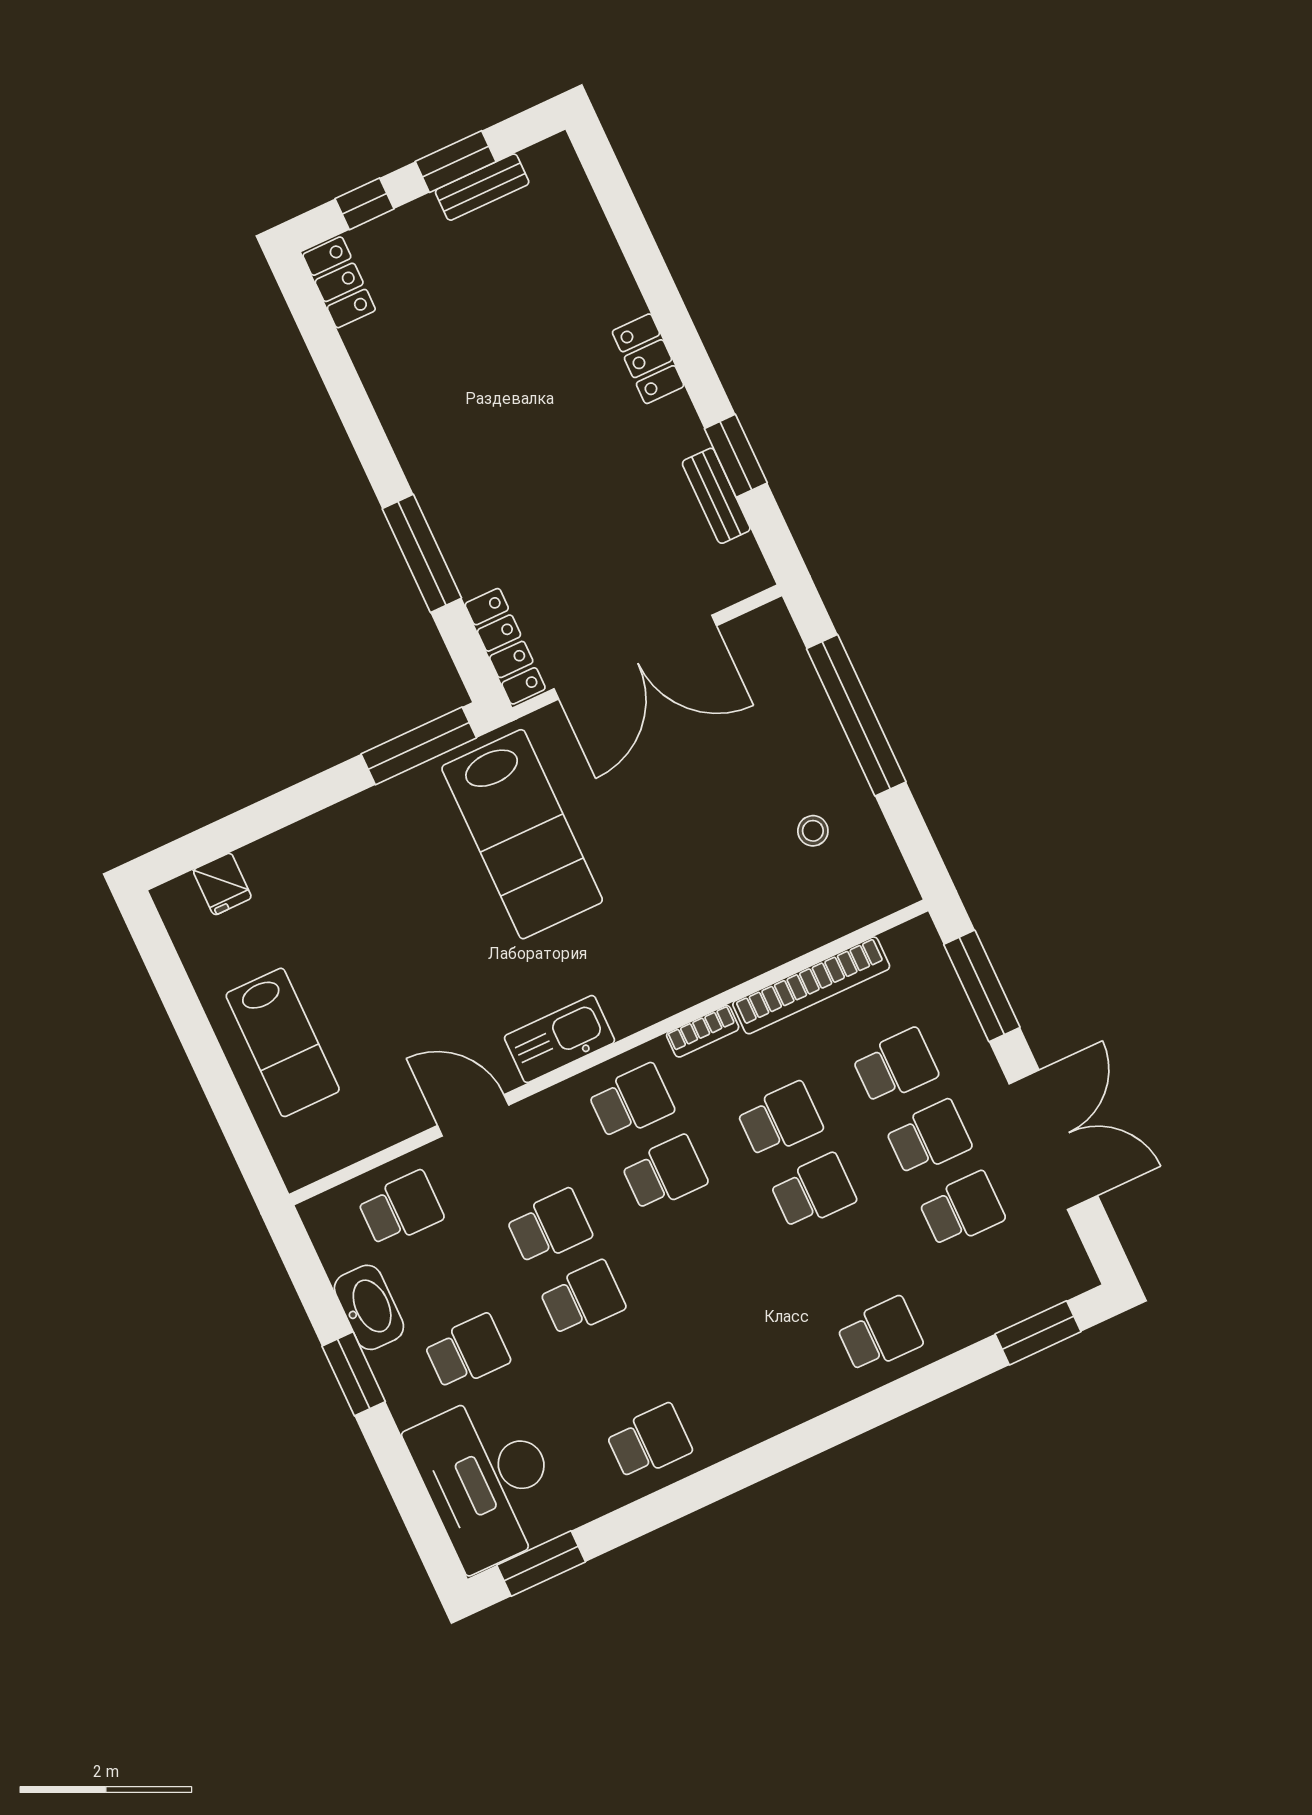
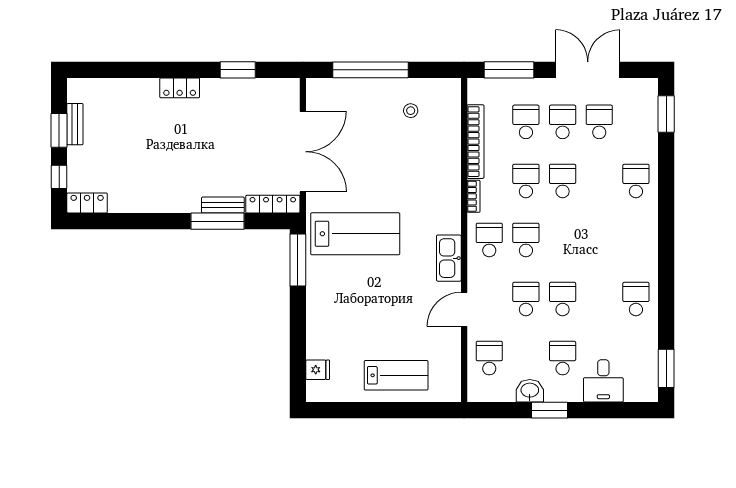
bench: (716, 496) -> (223, 205), moved
washbasin: (369, 1307) -> (530, 391), width x0.72
desk: (488, 1480) -> (603, 381), width x0.53, depth x0.77

